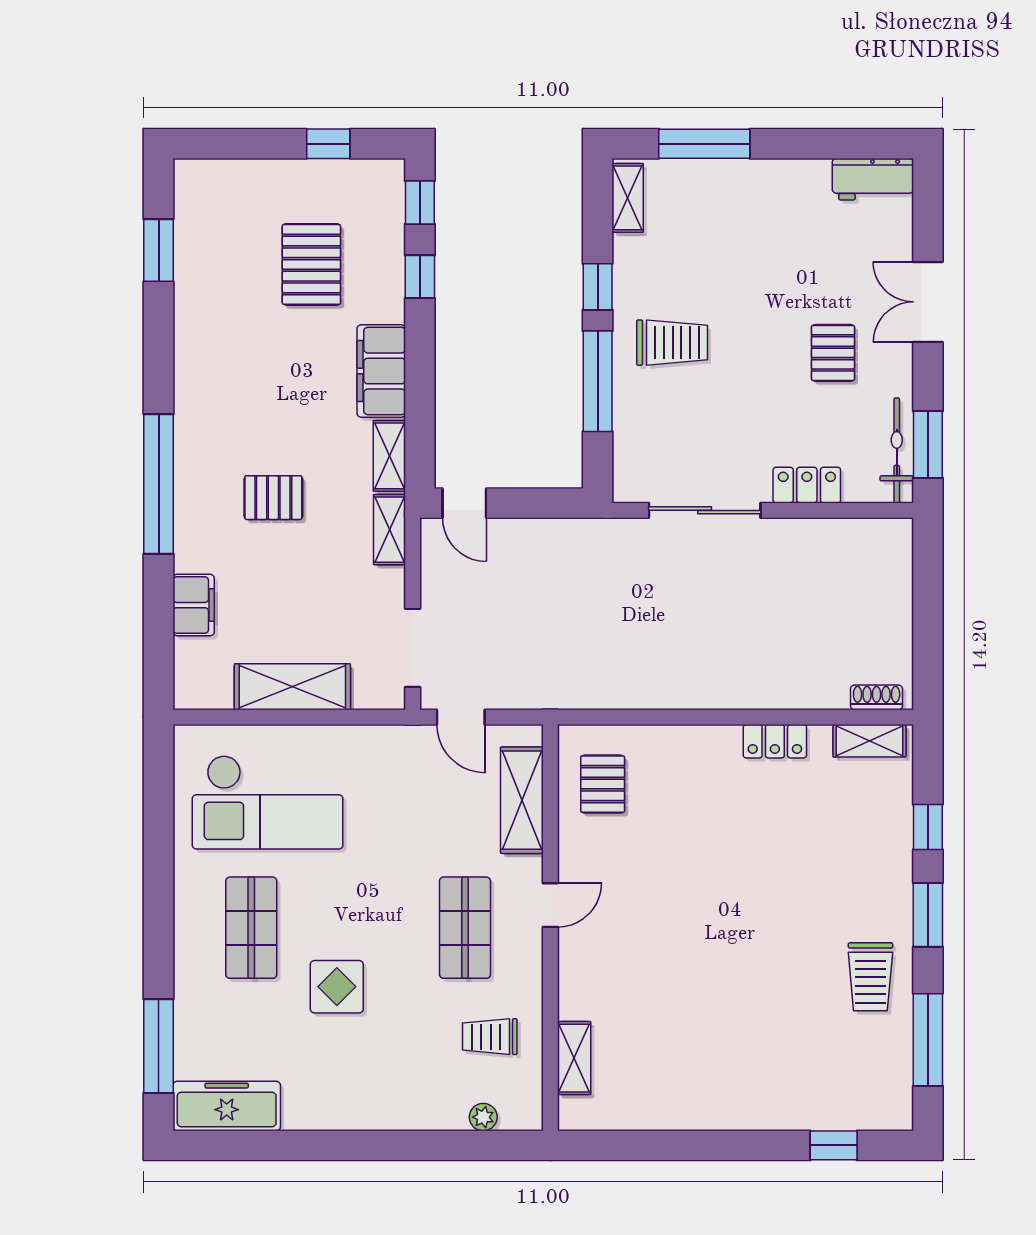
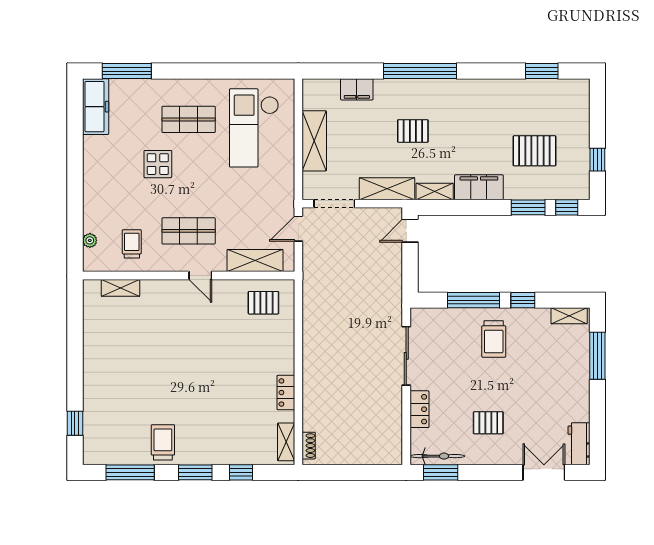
window: (420, 277) -> (528, 207), width x1.50
double door: (928, 302) -> (544, 472), moved
pallet: (273, 498) -> (413, 131), turned 90
shelving: (389, 530) -> (387, 189), width x1.50, depth x1.33
trolley: (870, 977) -> (163, 442), turned 90

